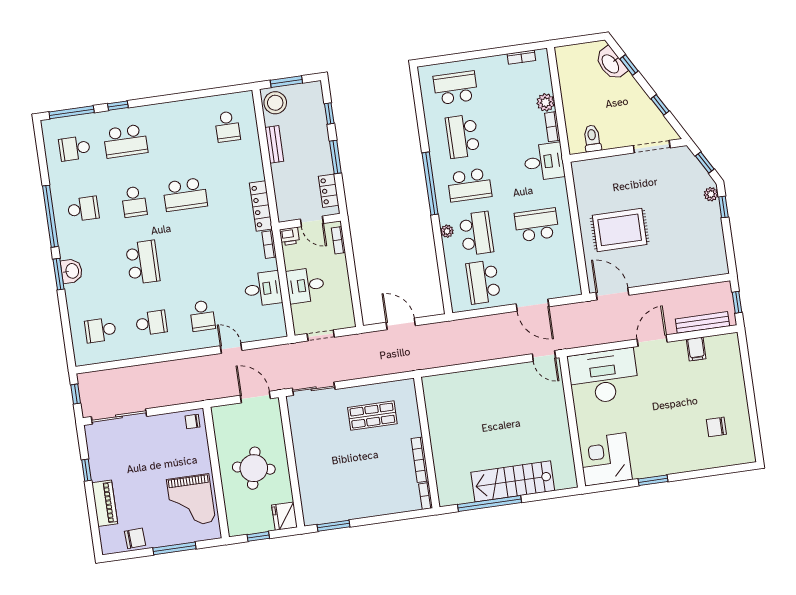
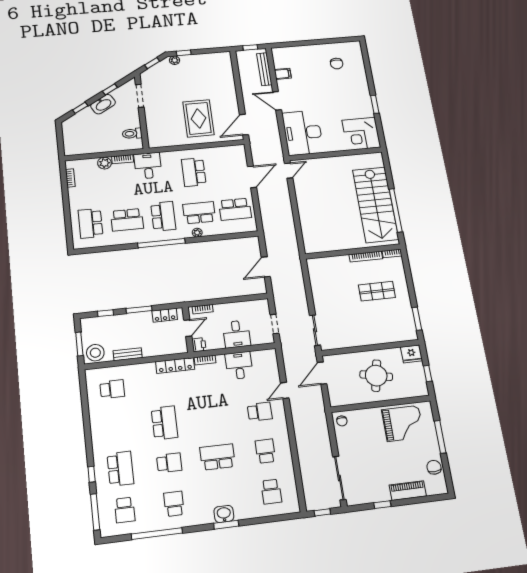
washbasin: (611, 64) -> (103, 104), moved
window: (50, 216) -> (157, 534), moved
shop shelf: (372, 416) -> (377, 291), moved, turned 90
stairs: (513, 481) -> (376, 205), width x1.36, depth x1.51

